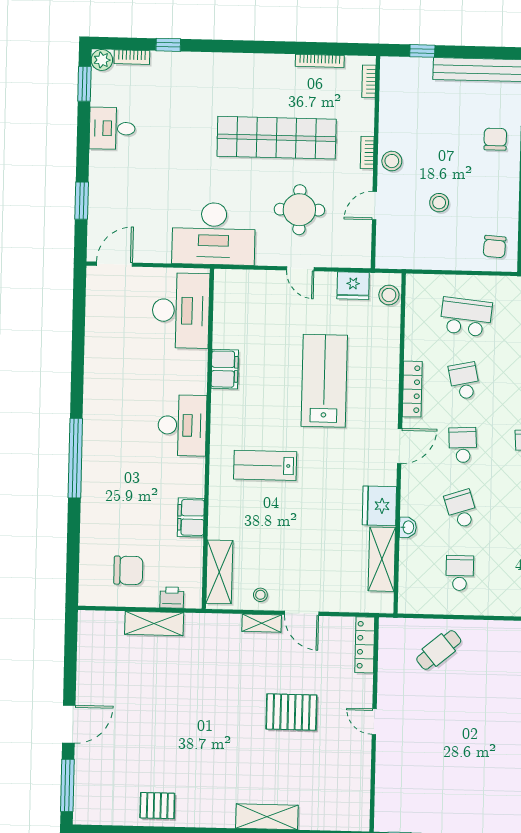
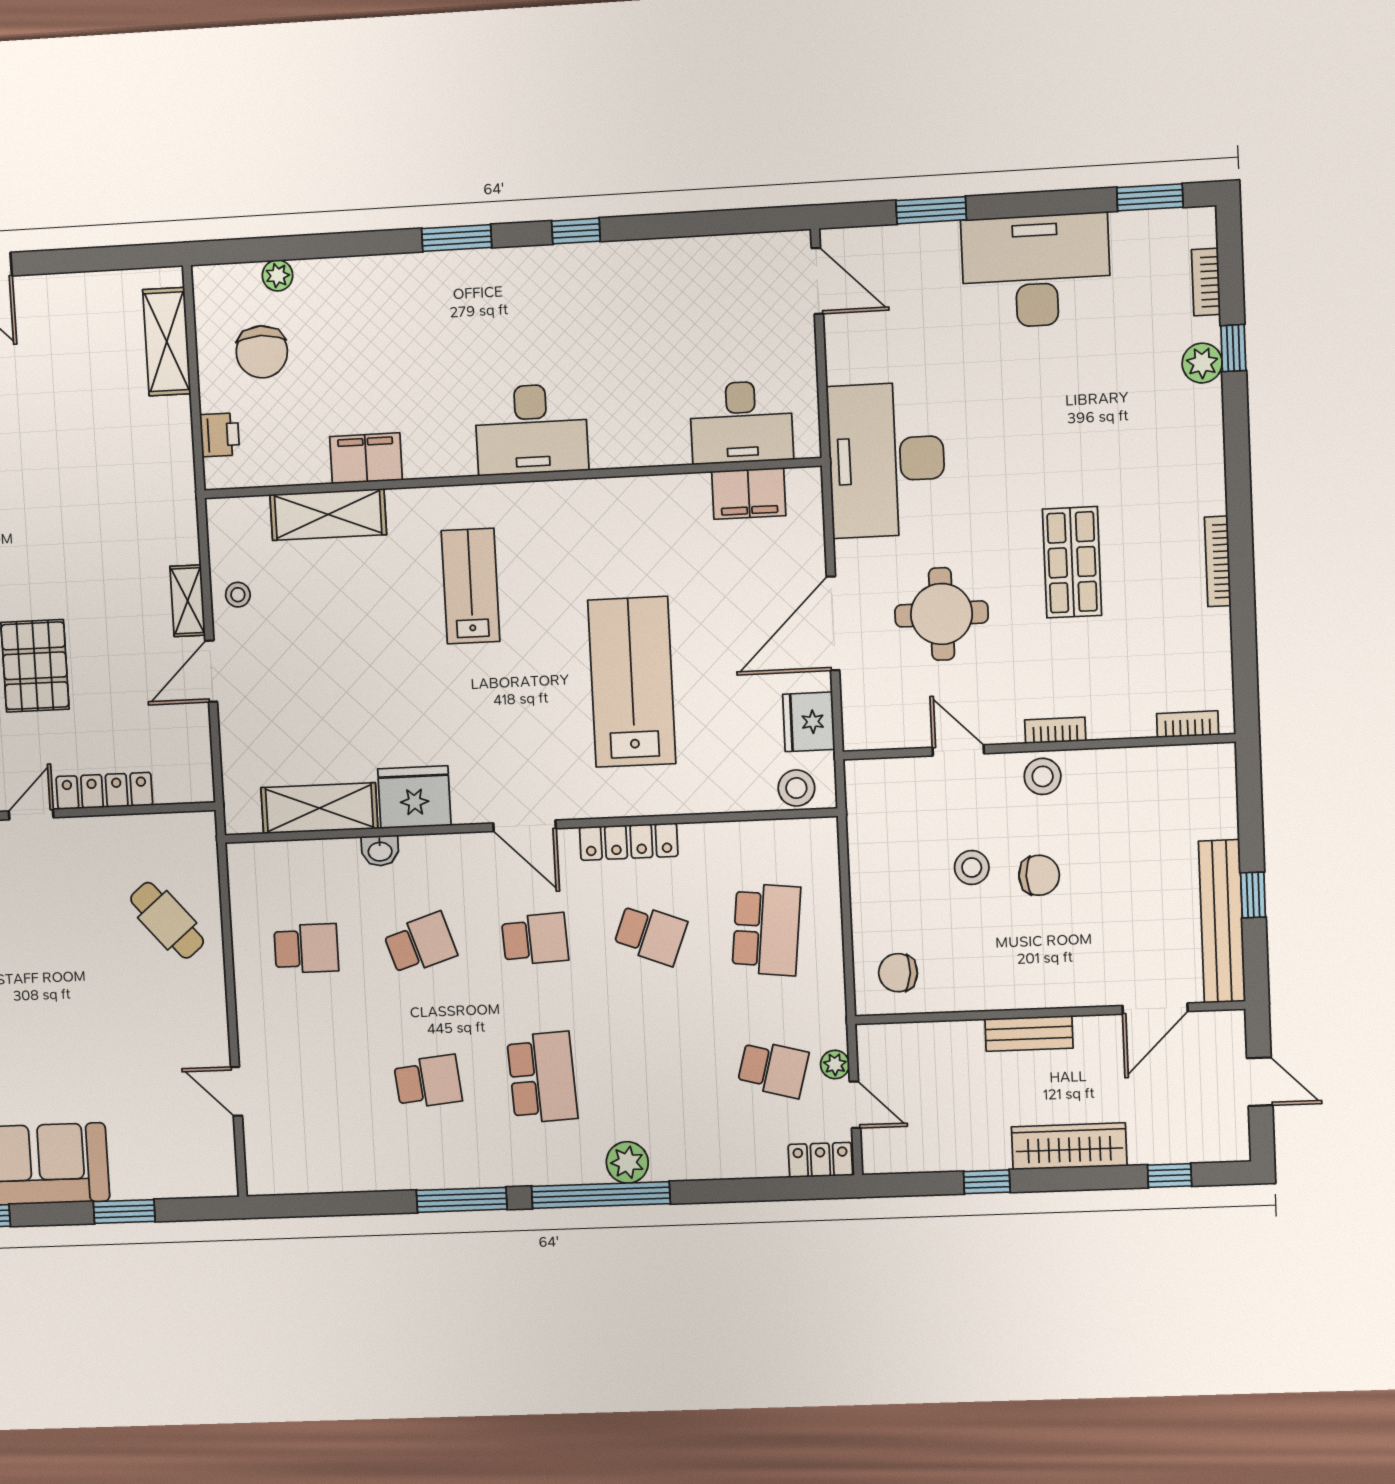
window: (422, 51) -> (1253, 895), moved
plant: (102, 60) -> (1202, 363), moved
bookcase: (320, 61) -> (1218, 561), moved
desk: (112, 128) -> (1036, 271), width x1.87, depth x1.30
shop shelf: (277, 138) -> (1072, 562), width x0.50, depth x0.74
chair: (495, 139) -> (1039, 875), moved
door: (300, 269) -> (833, 623), width x1.88
desk: (181, 311) -> (741, 422), width x0.73, depth x0.77
filing cabinet: (225, 369) -> (749, 493), moved
lab bench: (324, 381) -> (632, 682), turned -90
school desk: (464, 381) -> (650, 934), turned 33
window: (77, 393) -> (576, 231), added
window: (75, 458) -> (457, 238), width x0.47
plant: (87, 558) -> (278, 275), added
shelving: (219, 572) -> (328, 515), moved
shelving: (154, 623) -> (167, 342), moved
locker: (365, 645) -> (104, 791), moved

